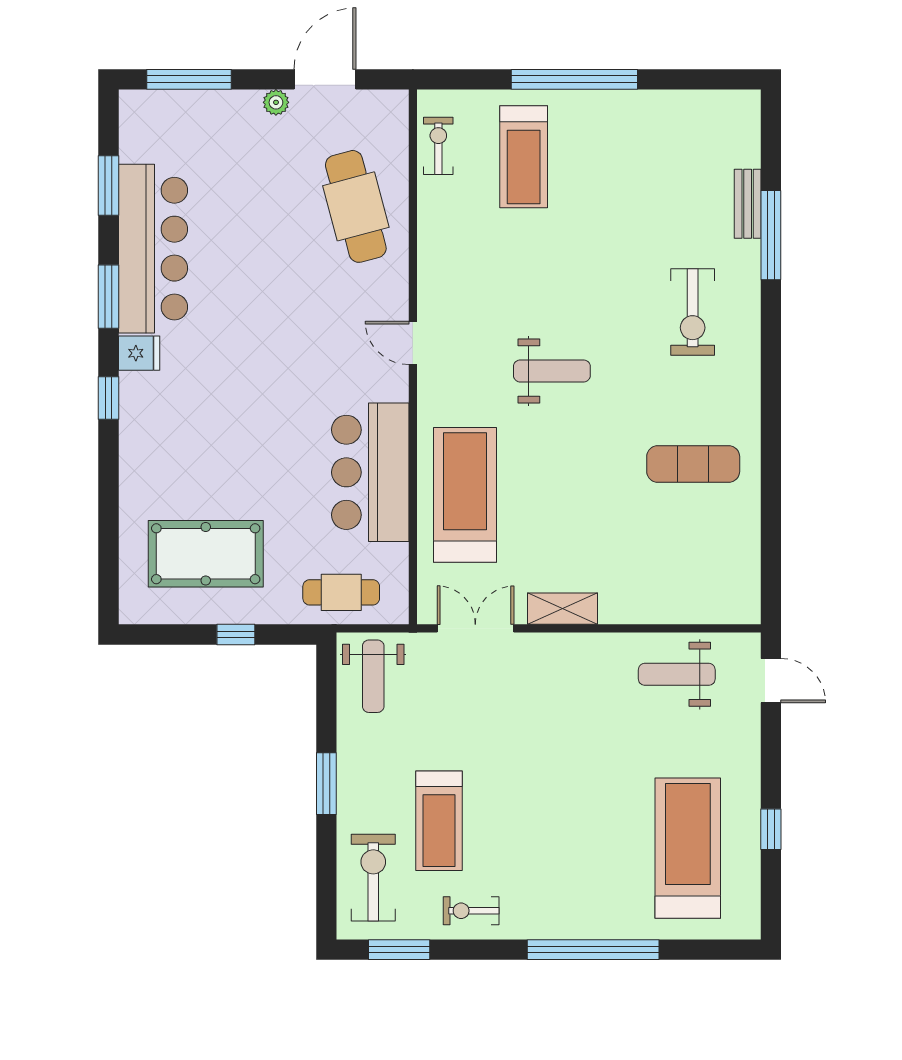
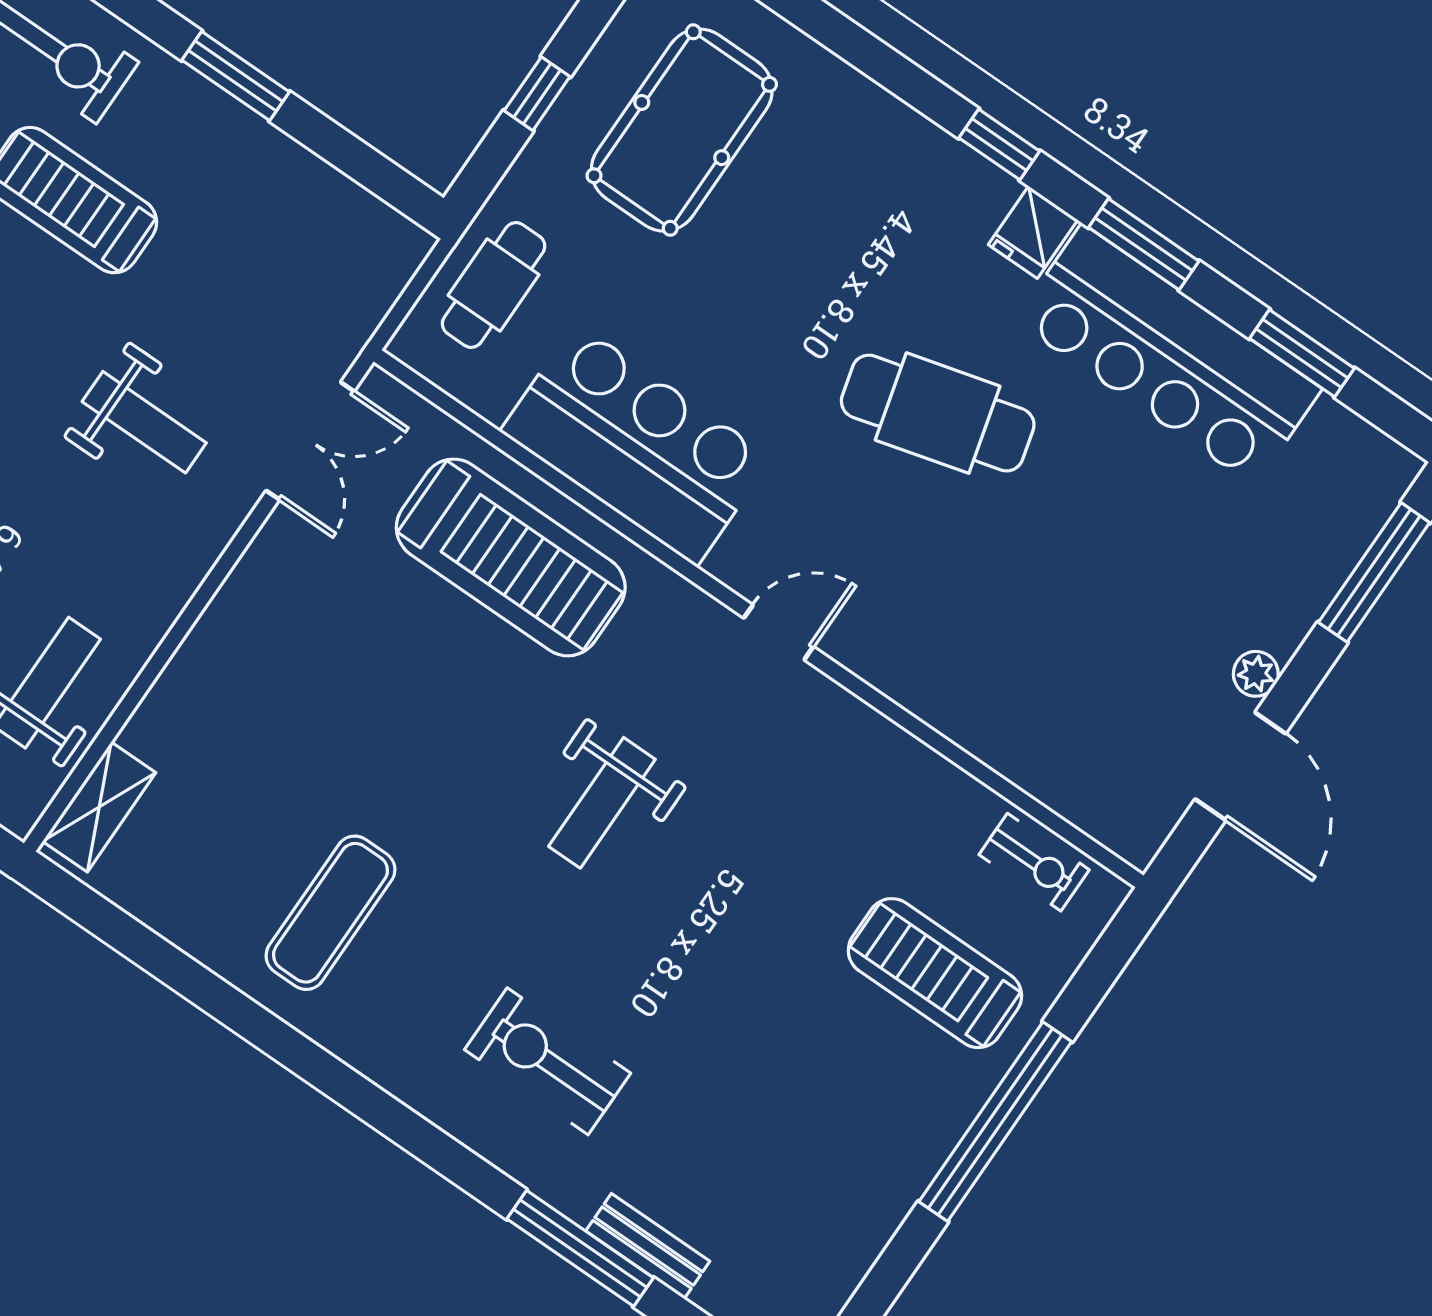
cafe table: (356, 206) -> (938, 413), moved
shelving: (562, 609) -> (99, 807), moved
weight bench: (373, 676) -> (144, 422), moved, turned 180

